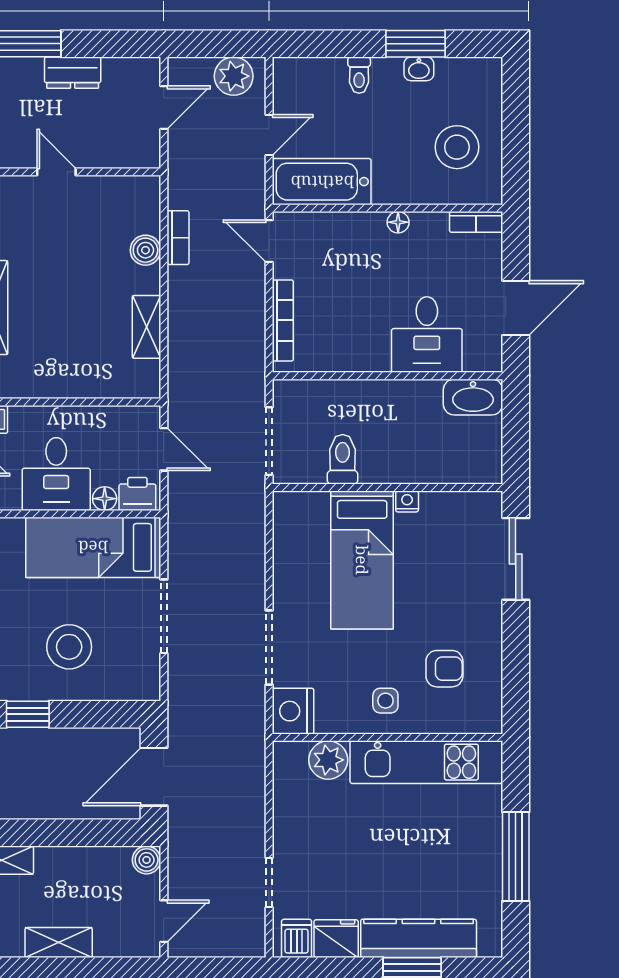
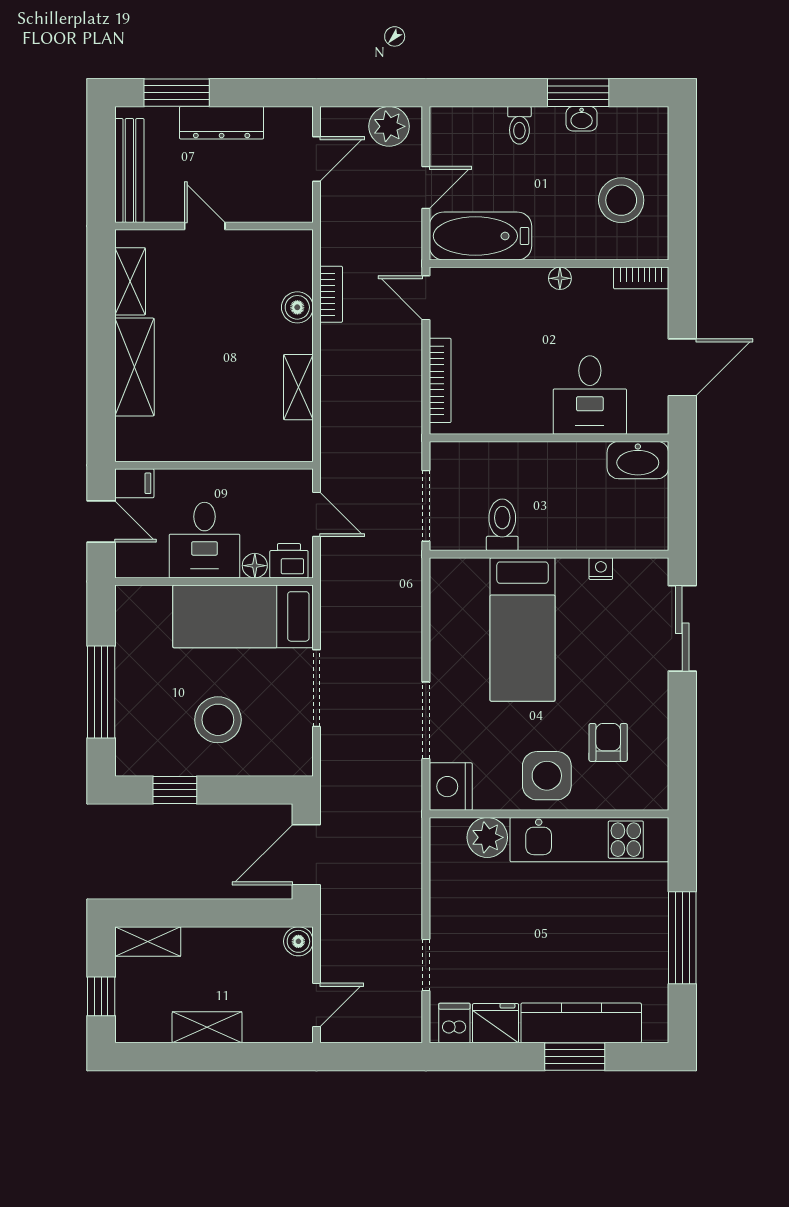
dresser: (73, 73) -> (222, 123), width x1.44
nightstand: (407, 501) -> (601, 569), moved
armchair: (444, 669) -> (608, 742), turned -90
side table: (385, 701) -> (547, 776), width x1.87, depth x1.87

